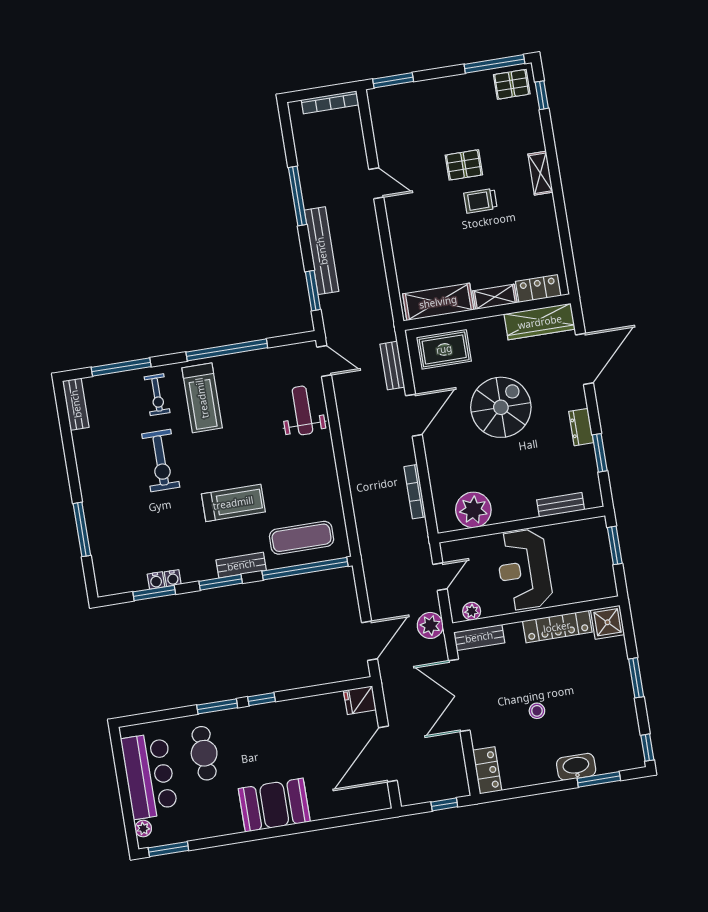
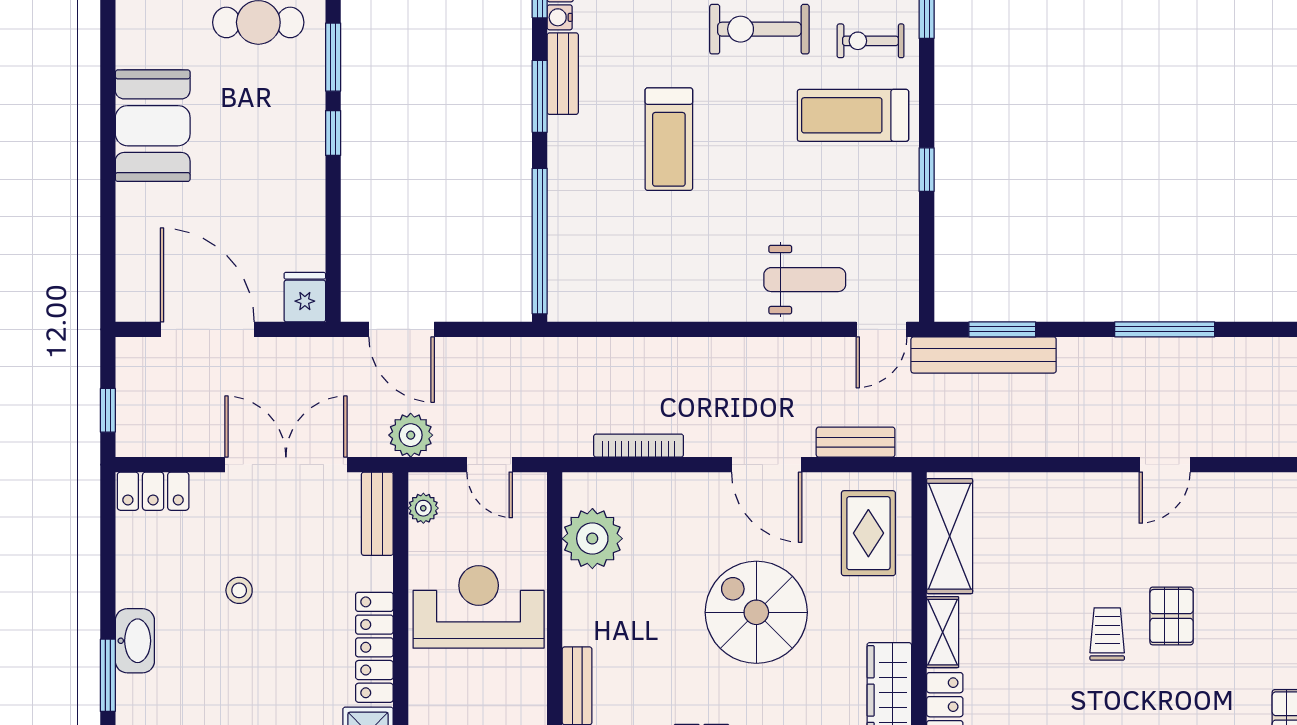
bench: (322, 251) -> (984, 355), moved
window: (227, 350) -> (927, 170), width x0.32
spiral stairs: (501, 407) -> (756, 612), turned 180
exercise mat: (302, 538) -> (592, 244), removed
bench: (241, 565) -> (563, 74), moved

